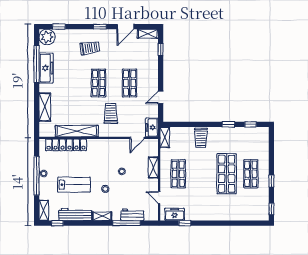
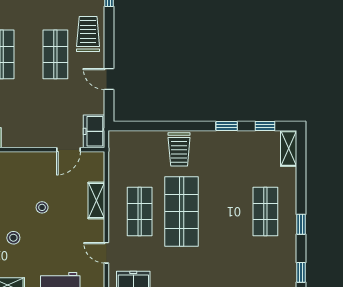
door: (161, 97) -> (109, 79), hinge flipped
trolley: (111, 113) -> (88, 34), moved
shelving: (165, 137) -> (289, 148), moved
shop shelf: (227, 174) -> (182, 212), moved

